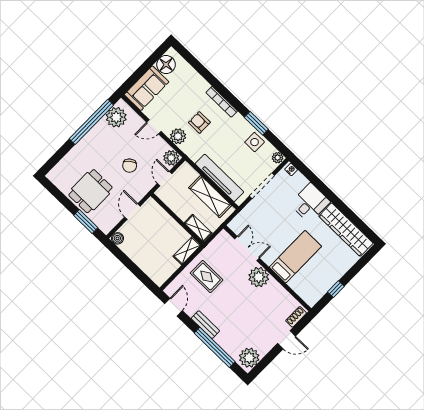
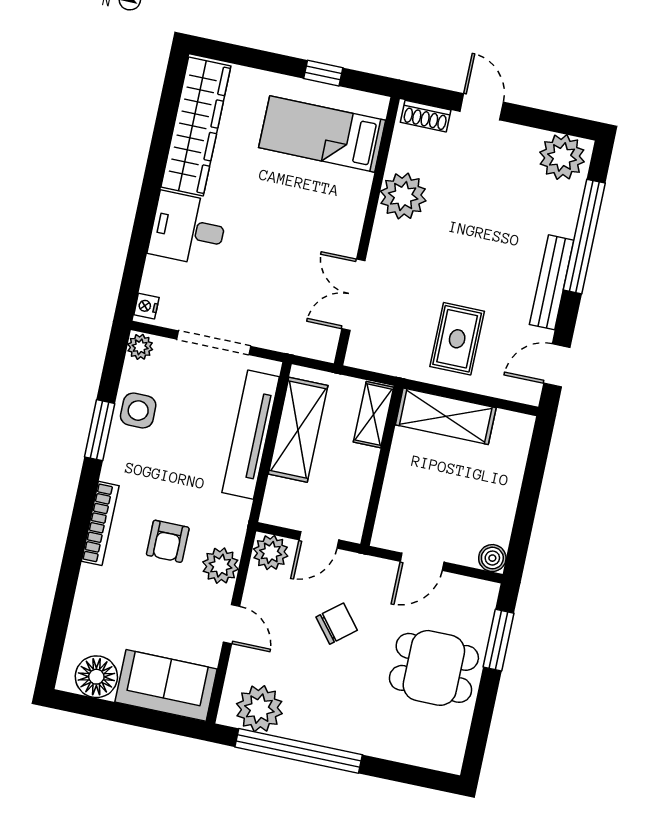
shelving: (187, 251) -> (446, 416), width x1.50, depth x1.33
bed: (295, 257) -> (322, 134), moved
plant: (259, 277) -> (403, 196), moved
bench: (205, 325) -> (552, 282), width x1.36

